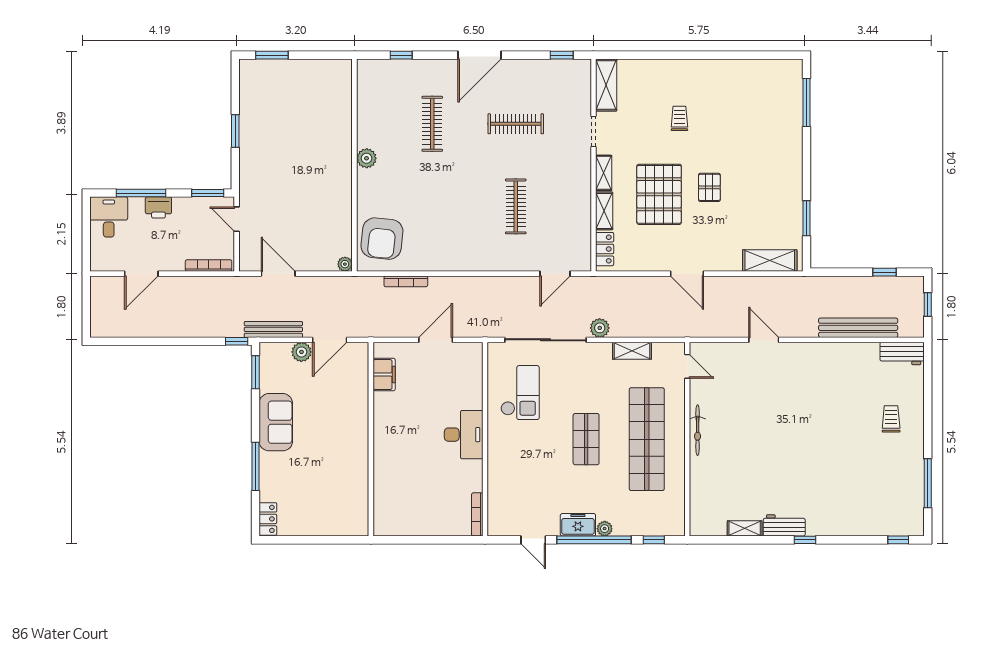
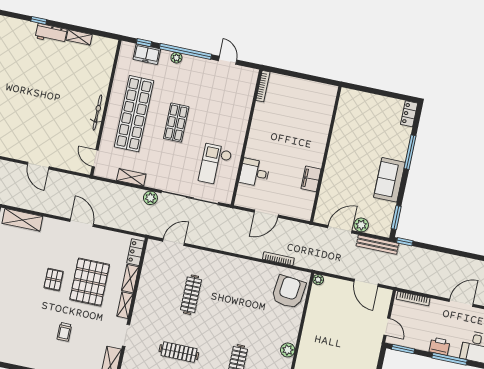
filing cabinet: (384, 375) -> (311, 179), moved
desk: (464, 435) -> (255, 173), moved, width x0.73
freezer: (578, 525) -> (147, 54), moved

